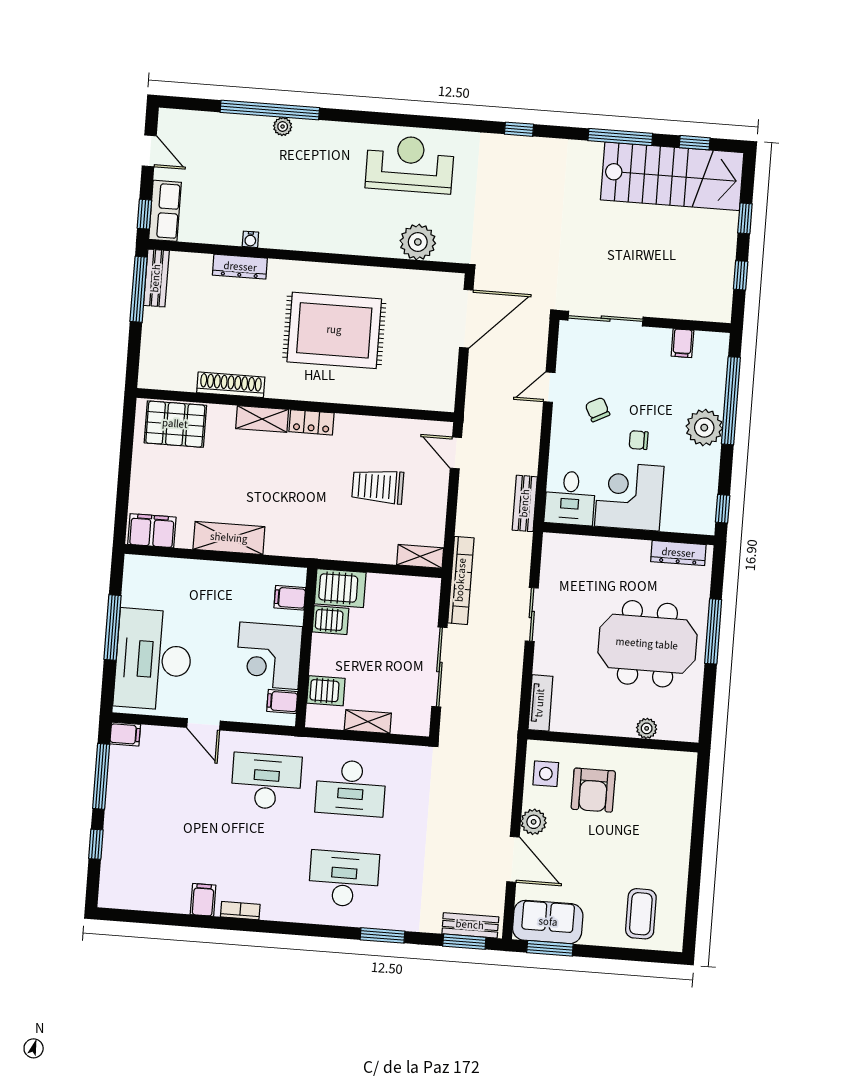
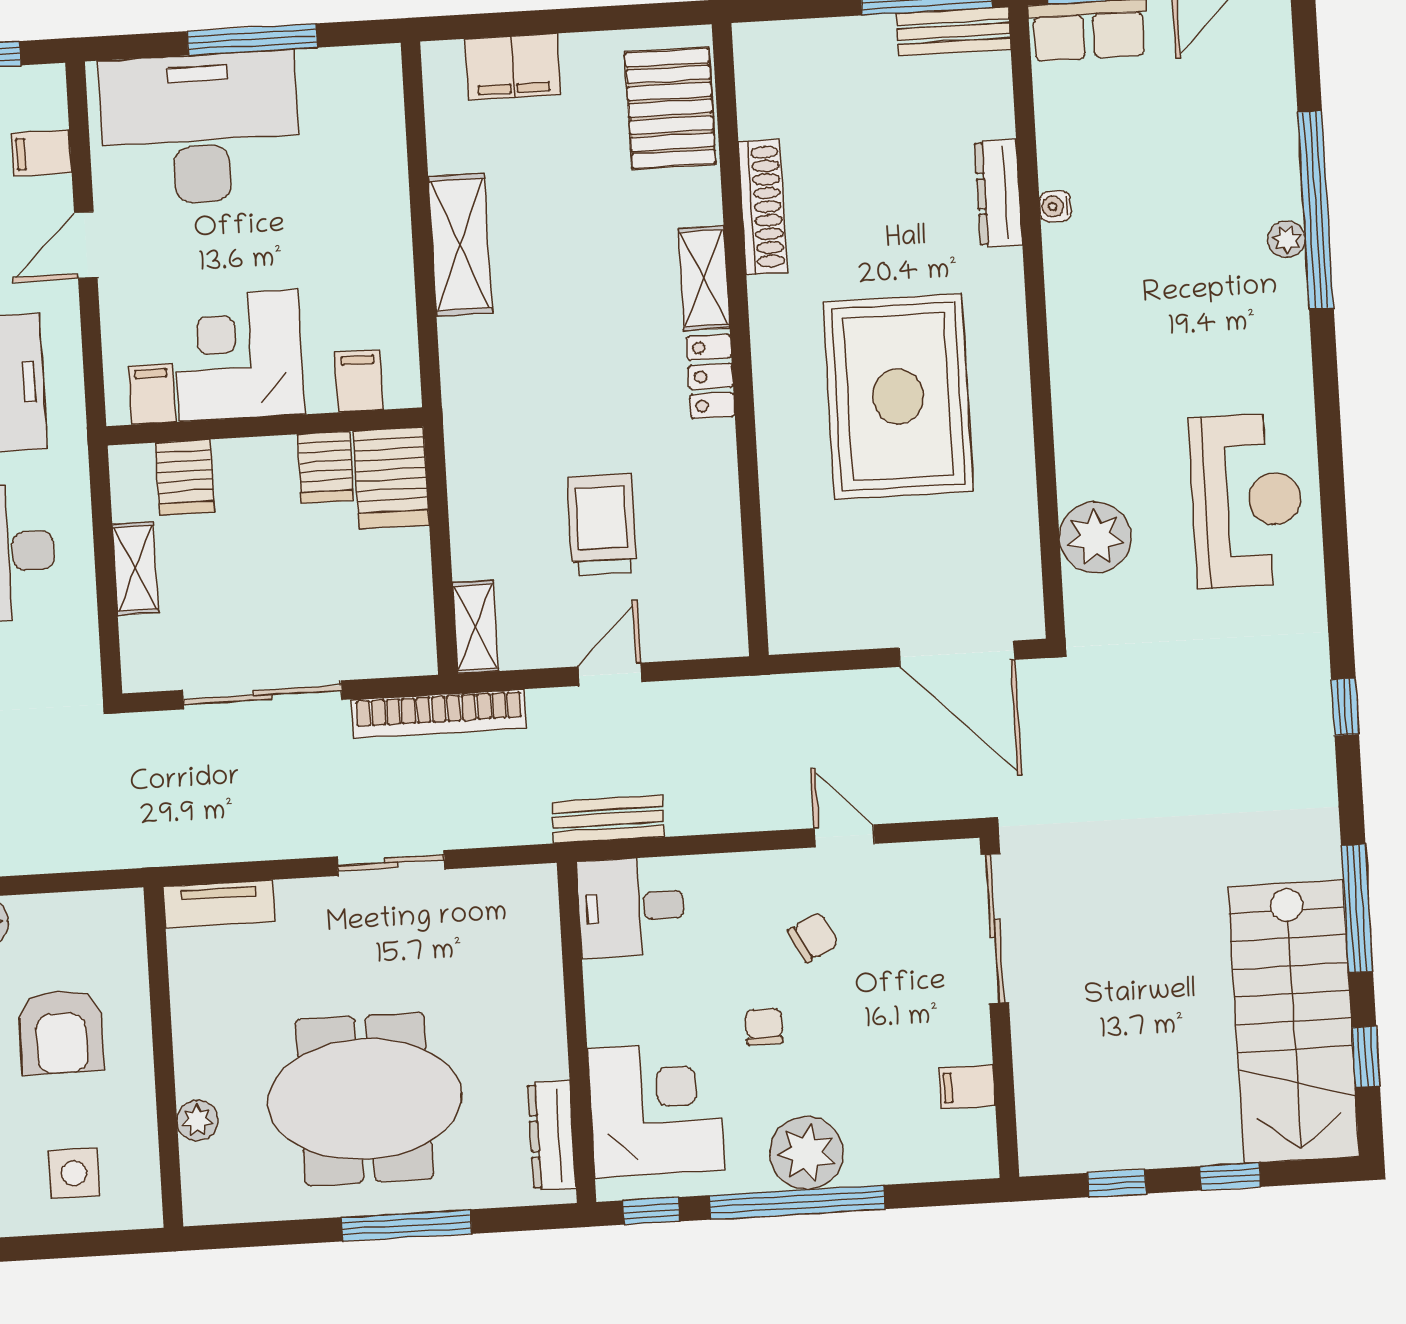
window: (731, 401) -> (797, 1202), moved
door: (456, 453) -> (610, 674), moved
corner desk: (629, 496) -> (656, 1110), moved
filing cabinet: (152, 531) -> (513, 67), moved, turned 90
meeting table: (647, 644) -> (365, 1099), turned 90
filing cabinet: (125, 734) -> (41, 153), moved, turned 90
side table: (546, 774) -> (74, 1173), moved
armchair: (593, 790) -> (61, 1032), turned -90

